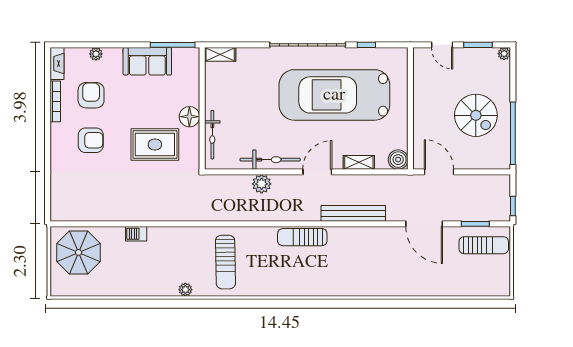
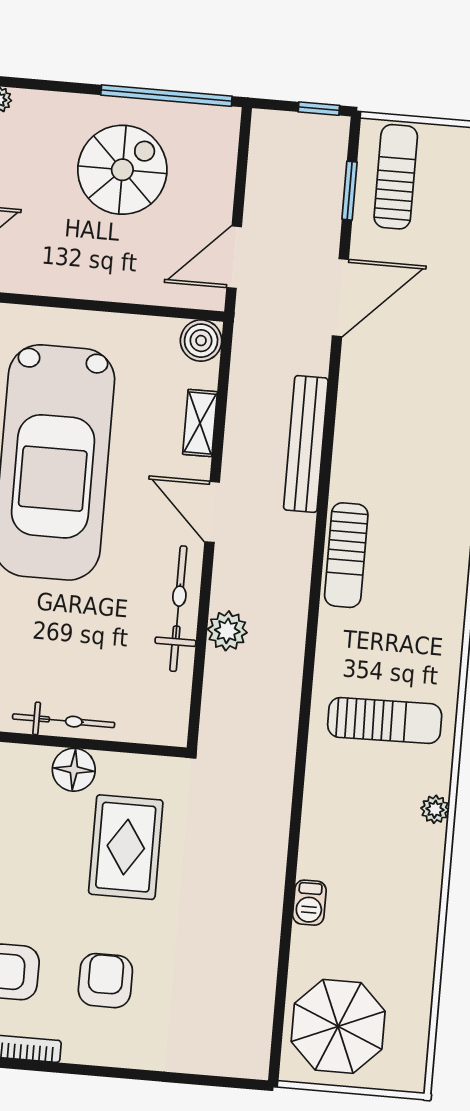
bicycle: (212, 135) -> (64, 721), moved

